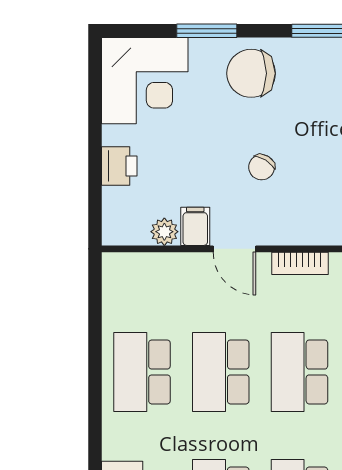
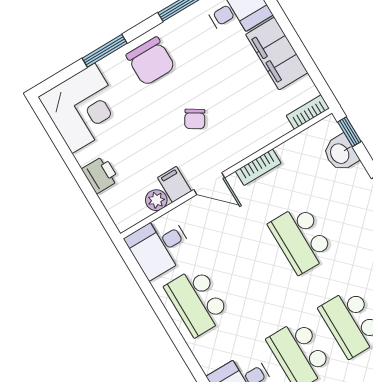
chair: (251, 73) -> (151, 61), turned -90
desk: (137, 285) -> (159, 246), added
school desk: (221, 372) -> (249, 270), removed

